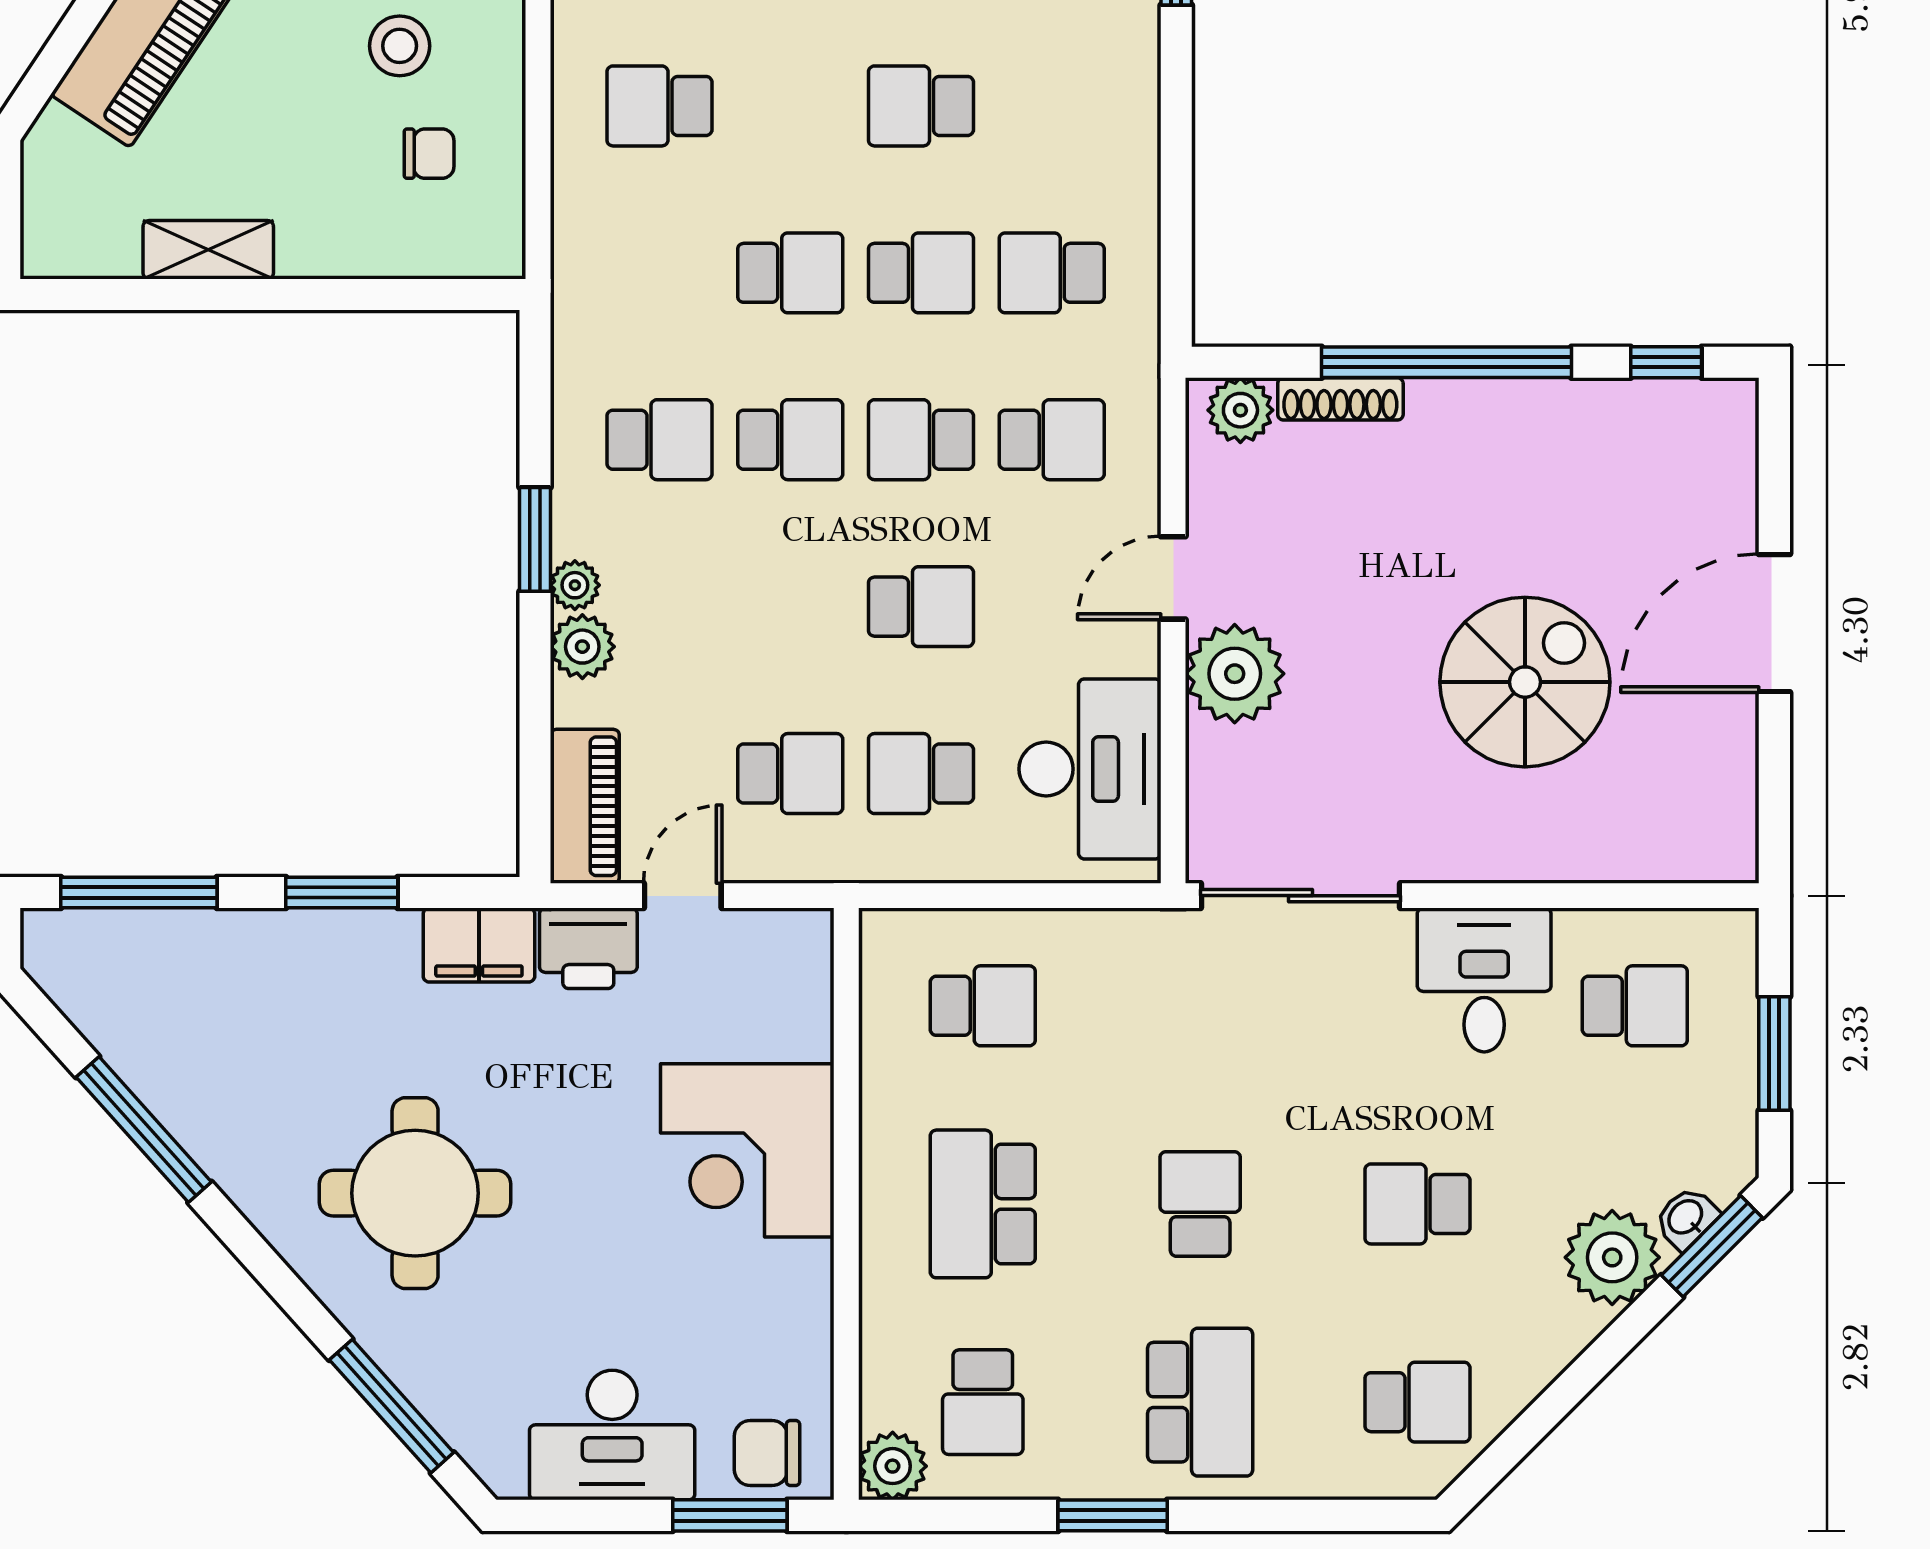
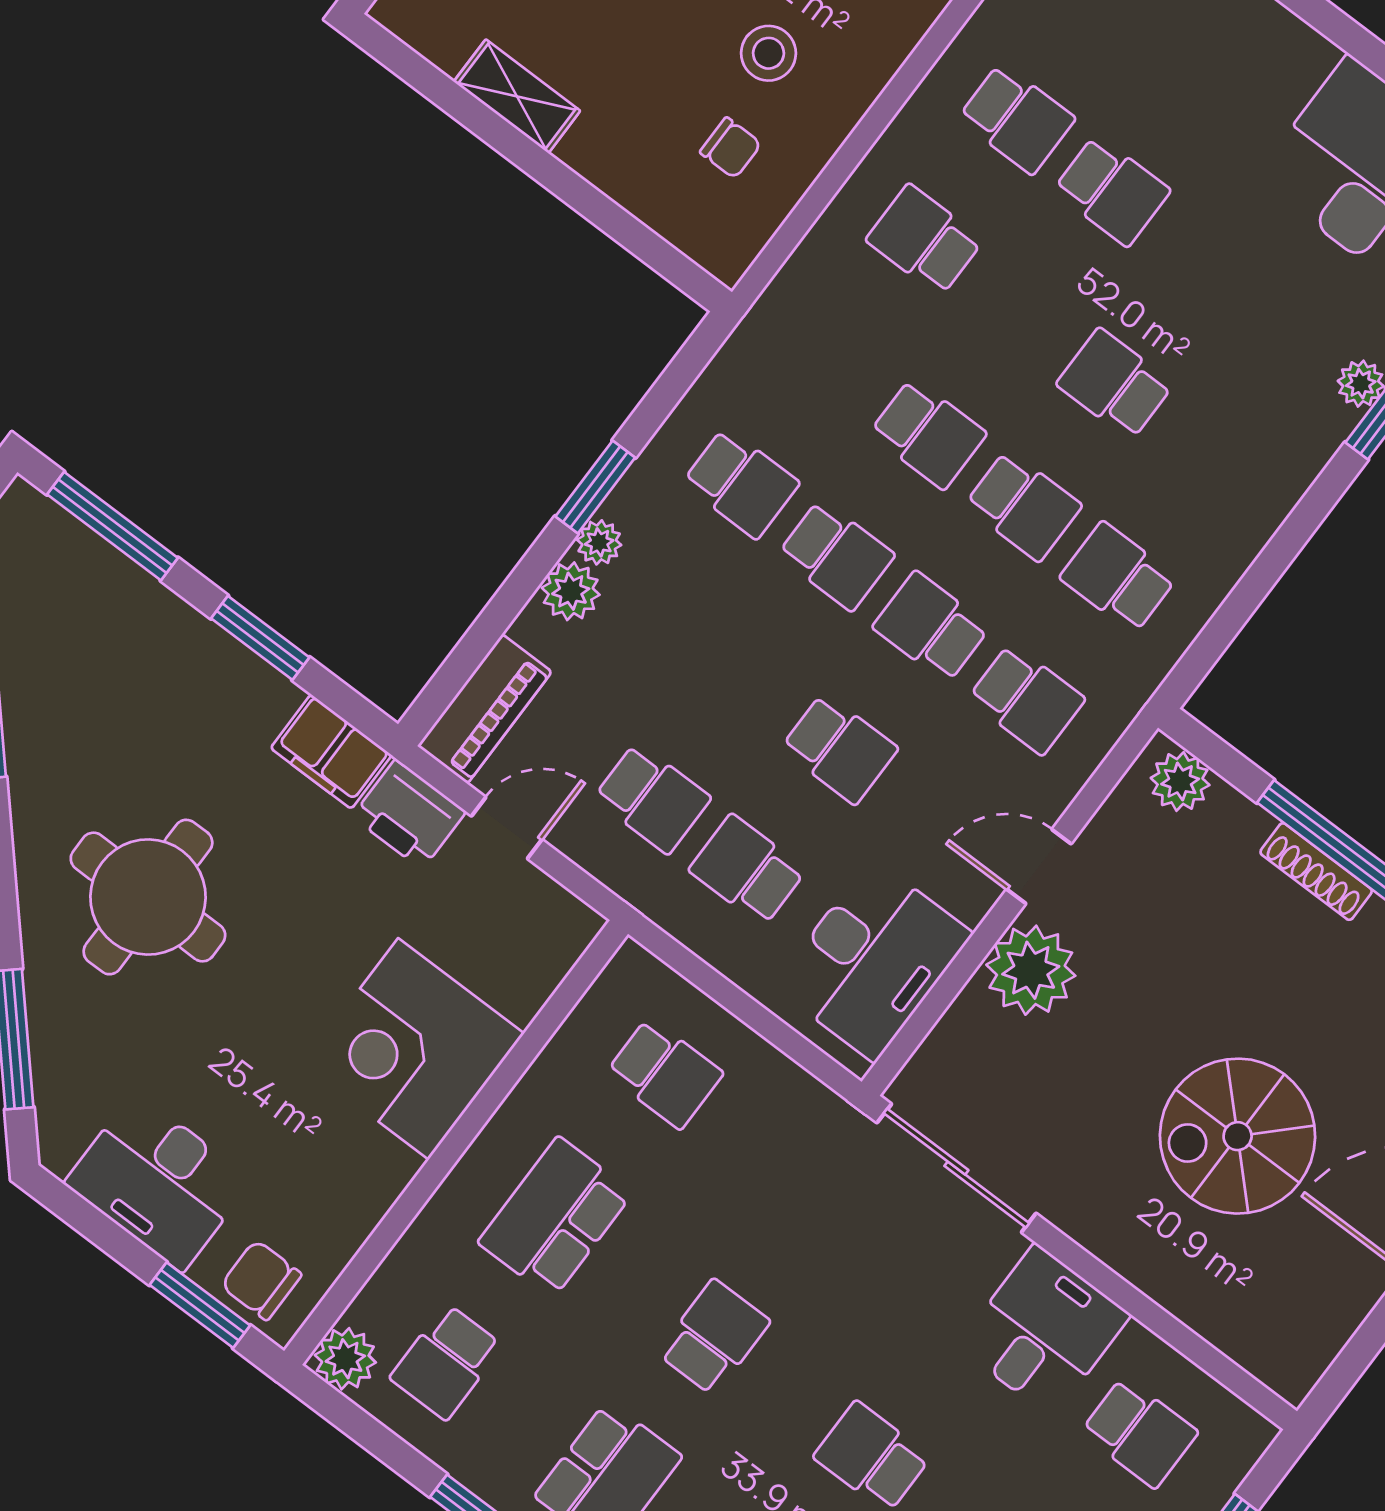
shoe rack: (1340, 399) -> (1316, 872), moved
spiral stairs: (1525, 682) -> (1238, 1136), turned 180

